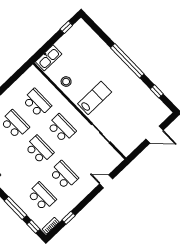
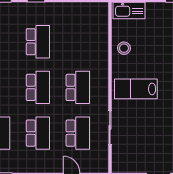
lab bench: (95, 98) -> (136, 89), turned 180
school desk: (37, 103) -> (78, 133), moved

